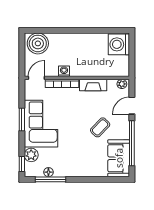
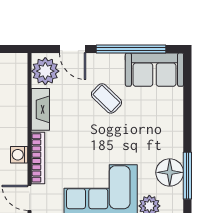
plant: (122, 84) -> (45, 71), width x1.88, depth x1.88
floor lamp: (48, 172) -> (170, 172), width x1.89, depth x1.89

